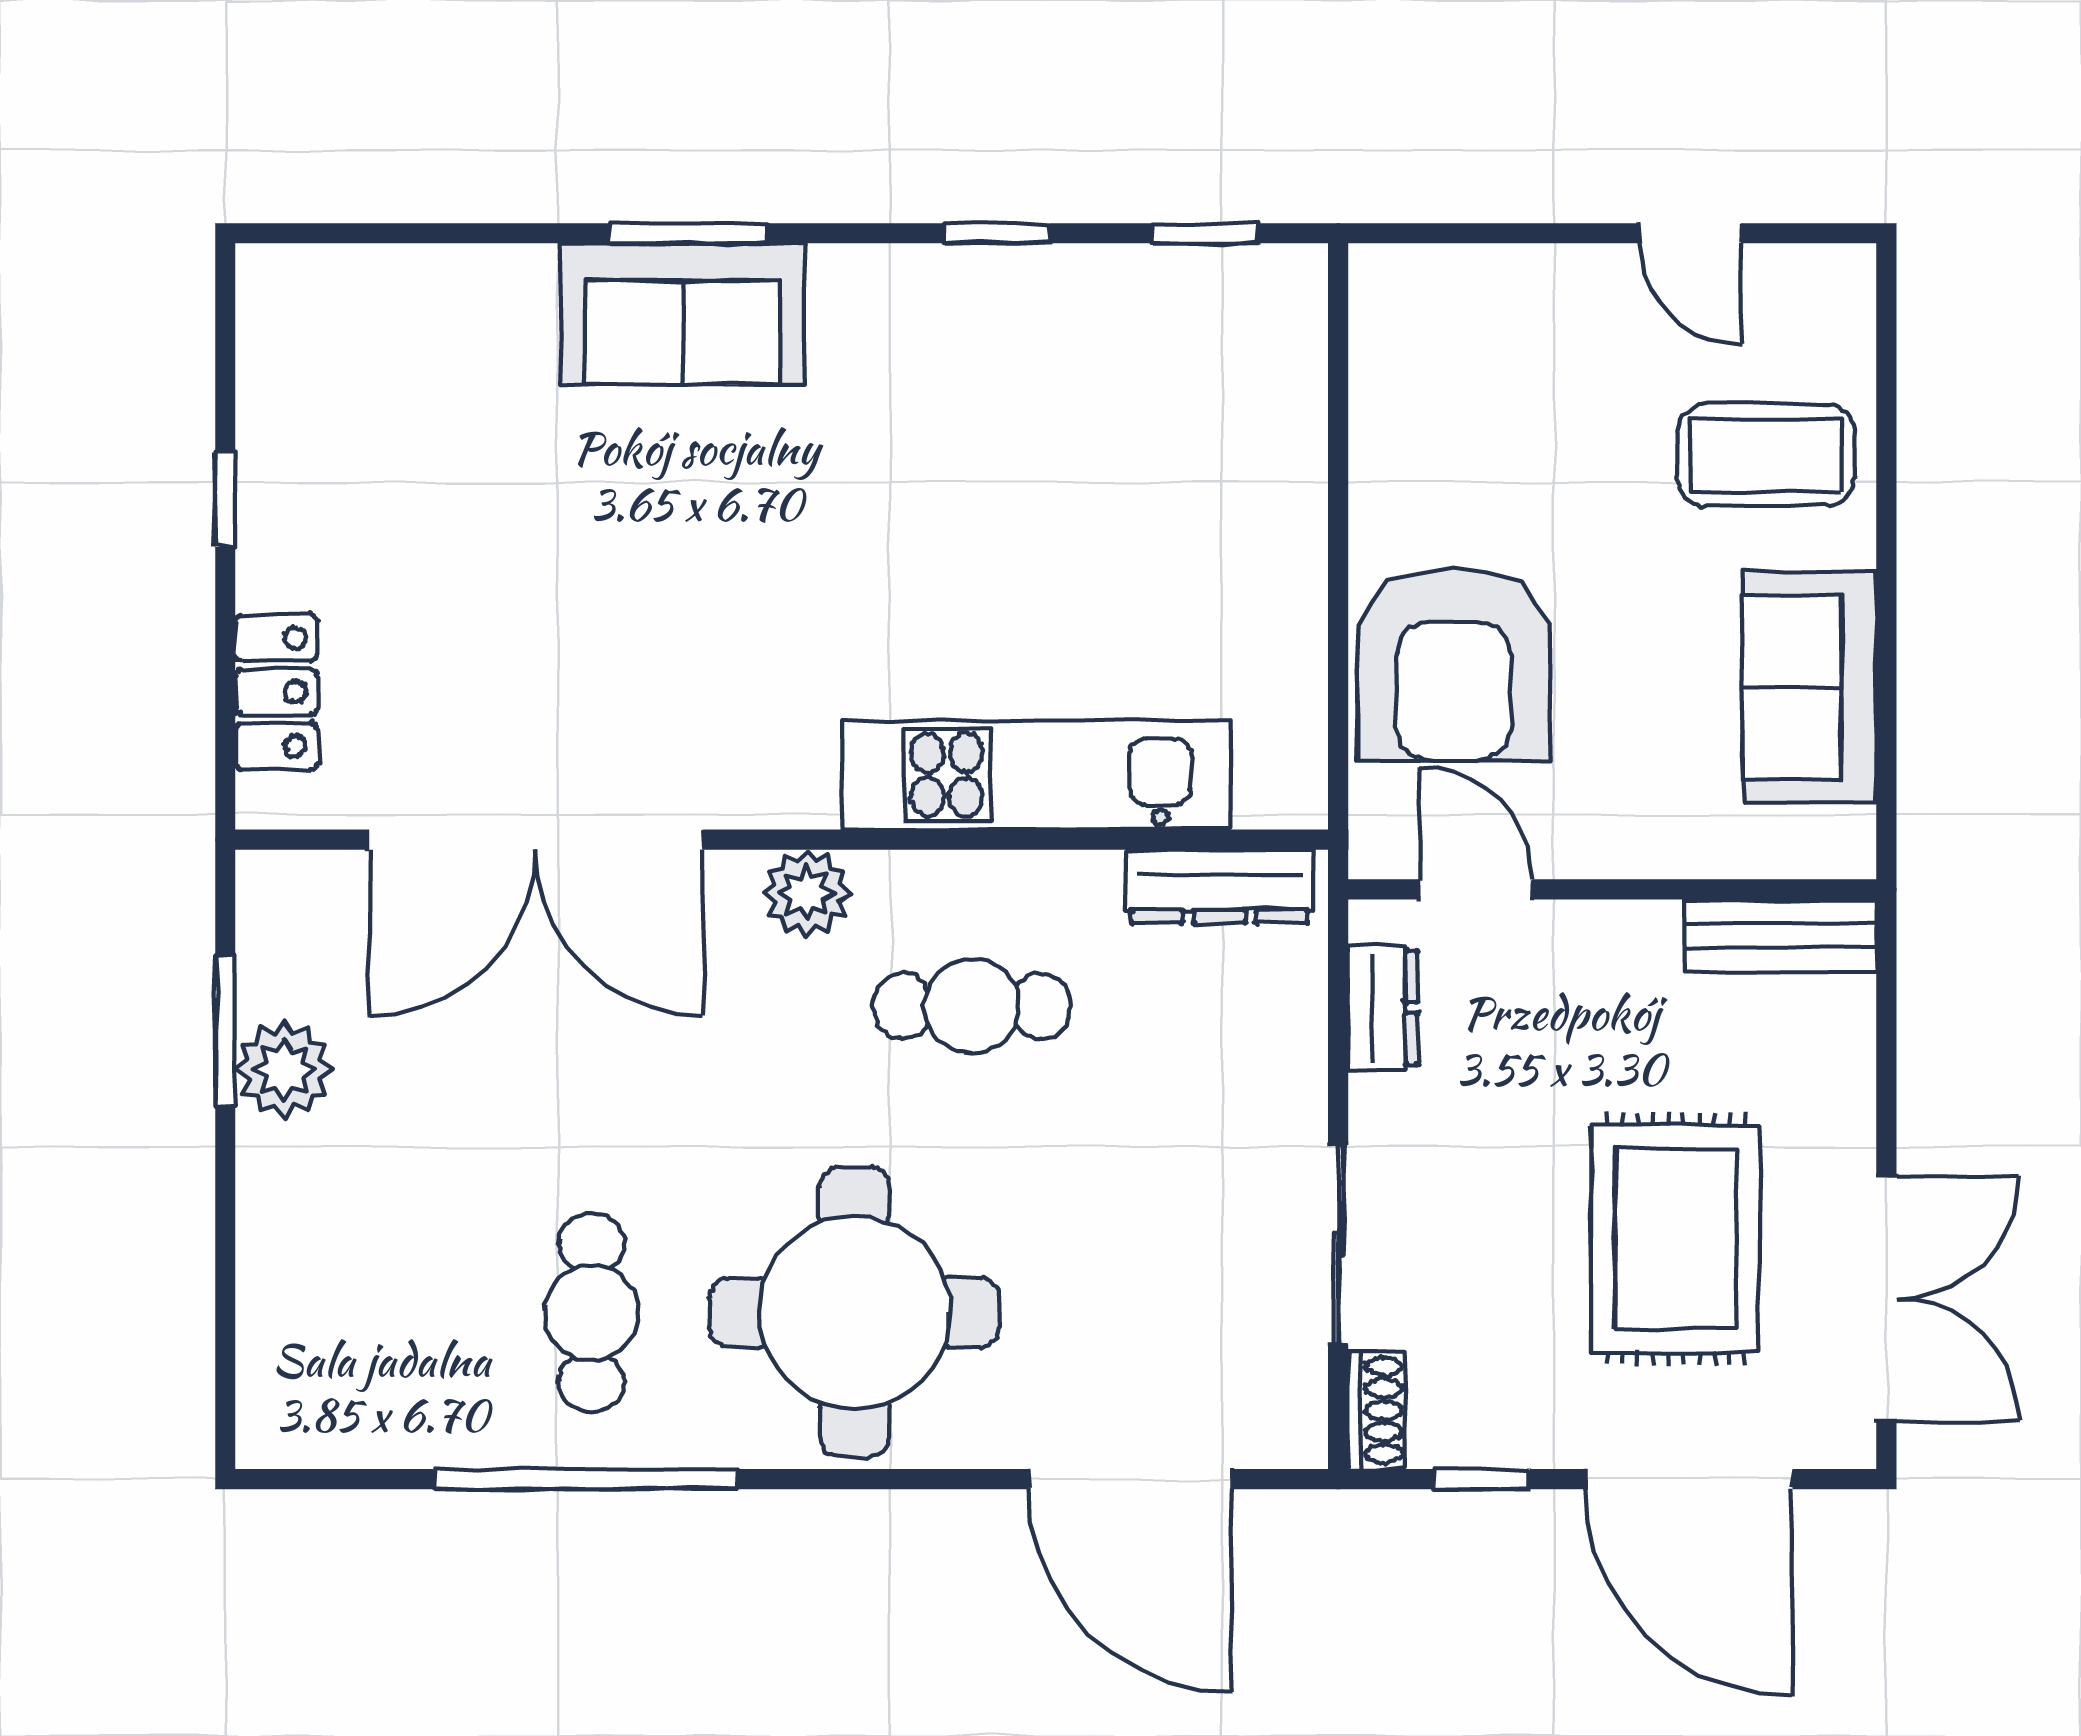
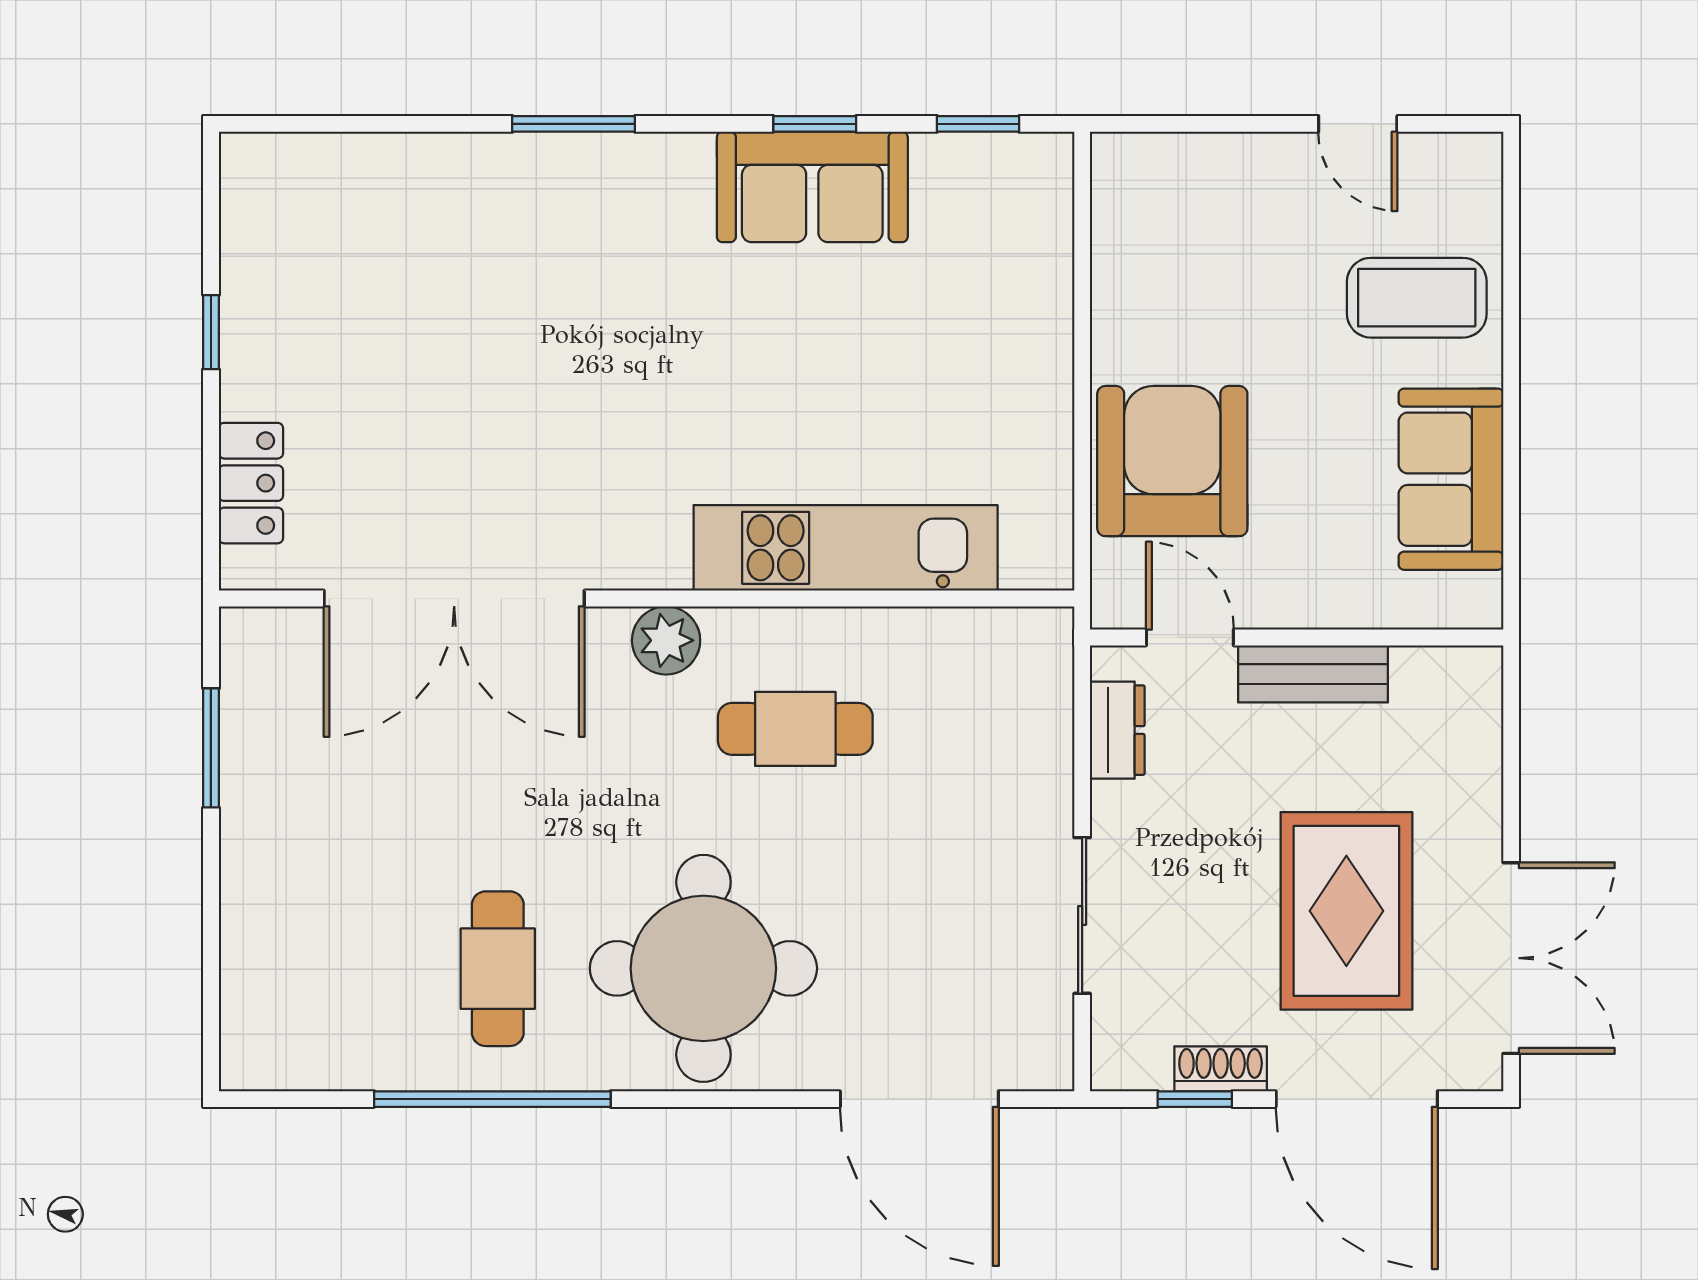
sofa: (683, 314) -> (812, 187), moved
armchair: (1453, 664) -> (1172, 461), turned 180
dresser: (1219, 886) -> (989, 635), removed
bench: (1781, 936) -> (1313, 674), moved
plant: (284, 1070) -> (257, 779), removed
shoe rack: (1377, 1410) -> (1221, 1069), moved, turned -90

